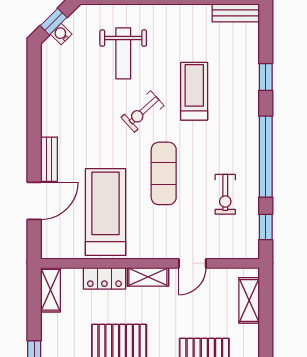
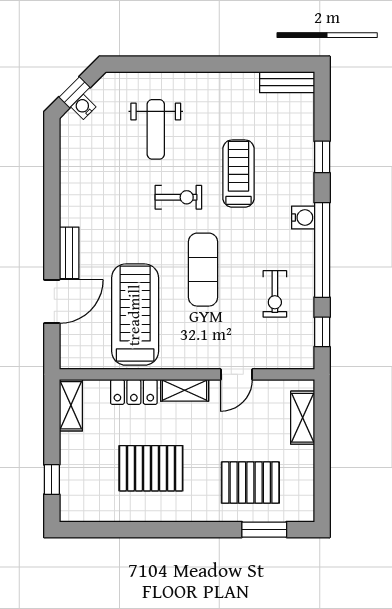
exercise bike: (143, 112) -> (178, 197), turned -138
water cooler: (249, 129) -> (303, 218), added

